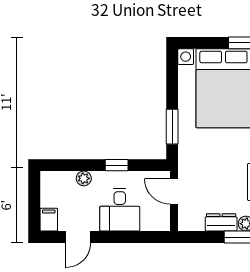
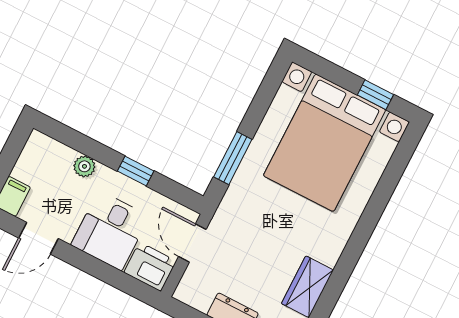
printer: (156, 219) -> (150, 267), added

